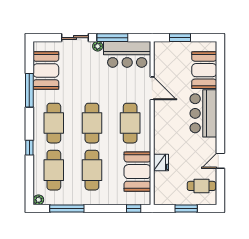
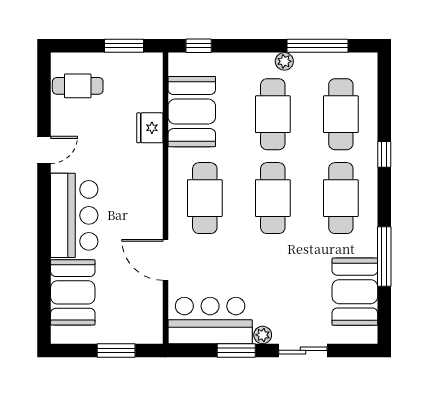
window: (112, 38) -> (236, 350), width x0.69
door: (220, 161) -> (44, 150), moved
plant: (39, 200) -> (284, 61), moved
window: (186, 209) -> (124, 46), moved

